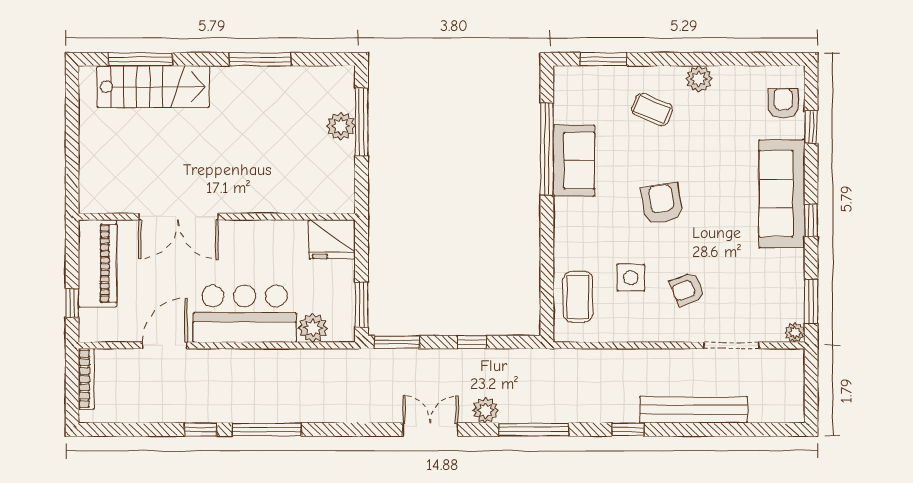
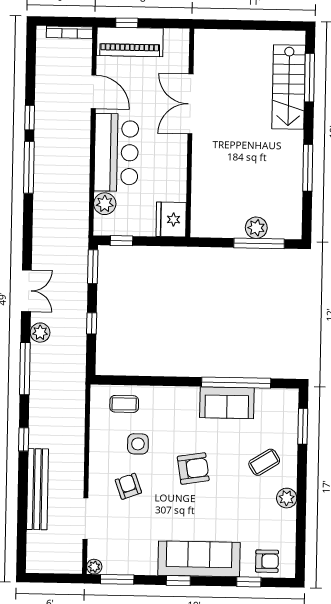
coffee table: (652, 110) -> (264, 462), turned 35
piano: (97, 263) -> (130, 42), moved
coffee table: (578, 297) -> (124, 404), width x0.73, depth x0.77
window: (362, 305) -> (122, 241), width x0.67

